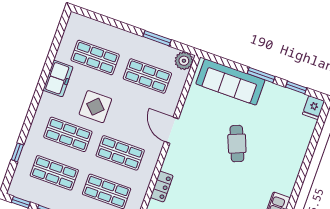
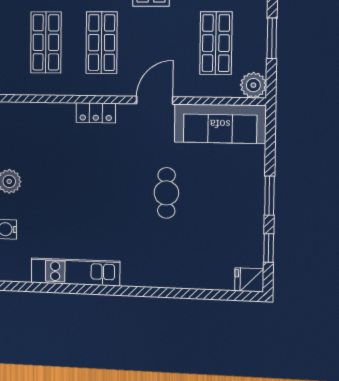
sofa: (230, 82) -> (220, 124), moved, turned -90
cafe table: (237, 144) -> (166, 193), turned -68
locker: (162, 187) -> (96, 113), moved

